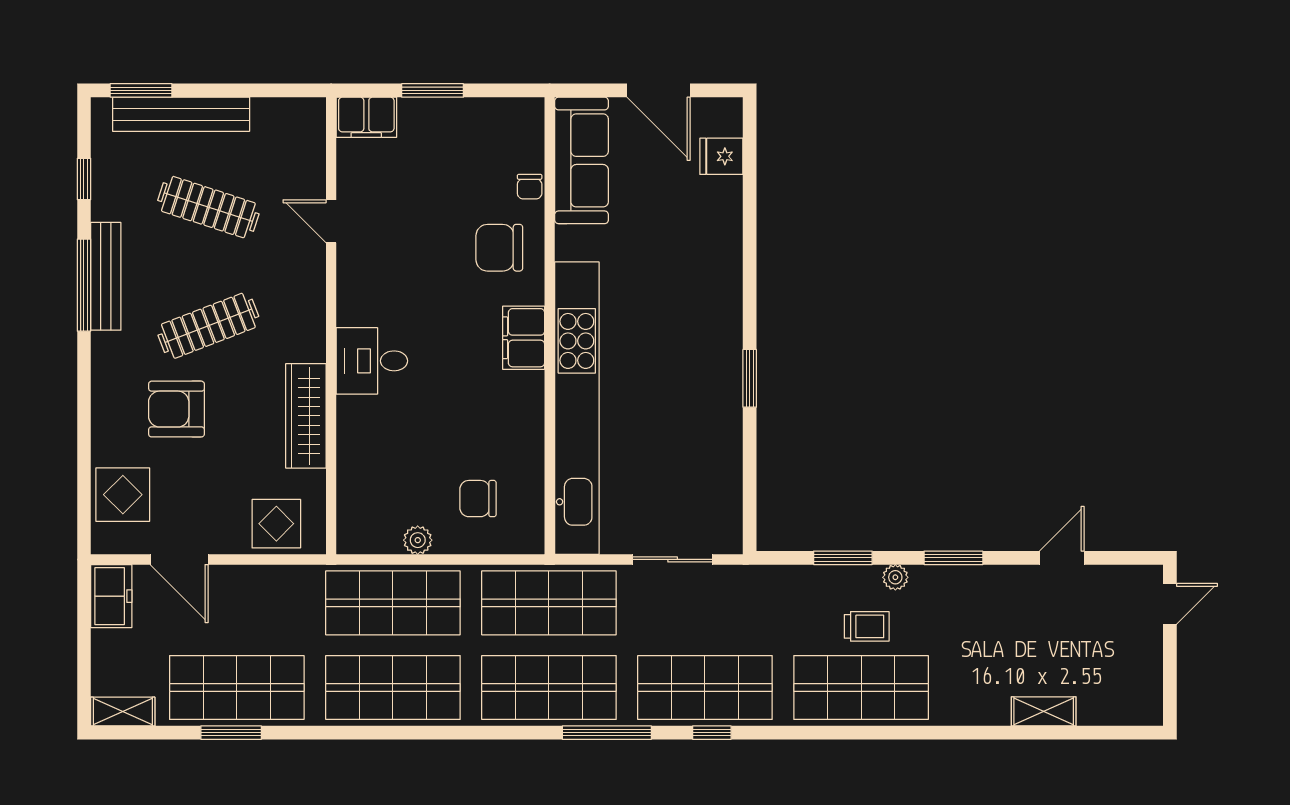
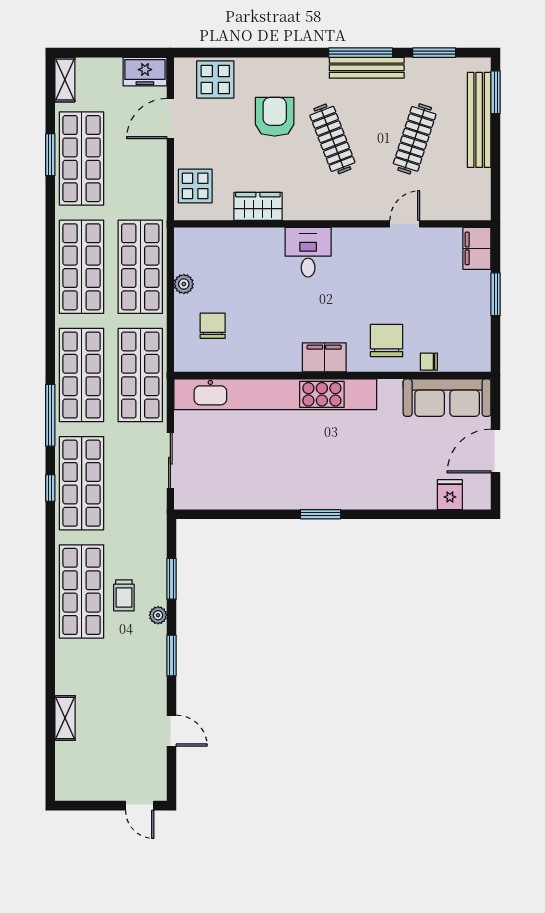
window: (84, 179) -> (434, 53), width x1.50
window: (750, 378) -> (320, 514), moved
wardrobe: (306, 416) -> (258, 206), width x0.67

